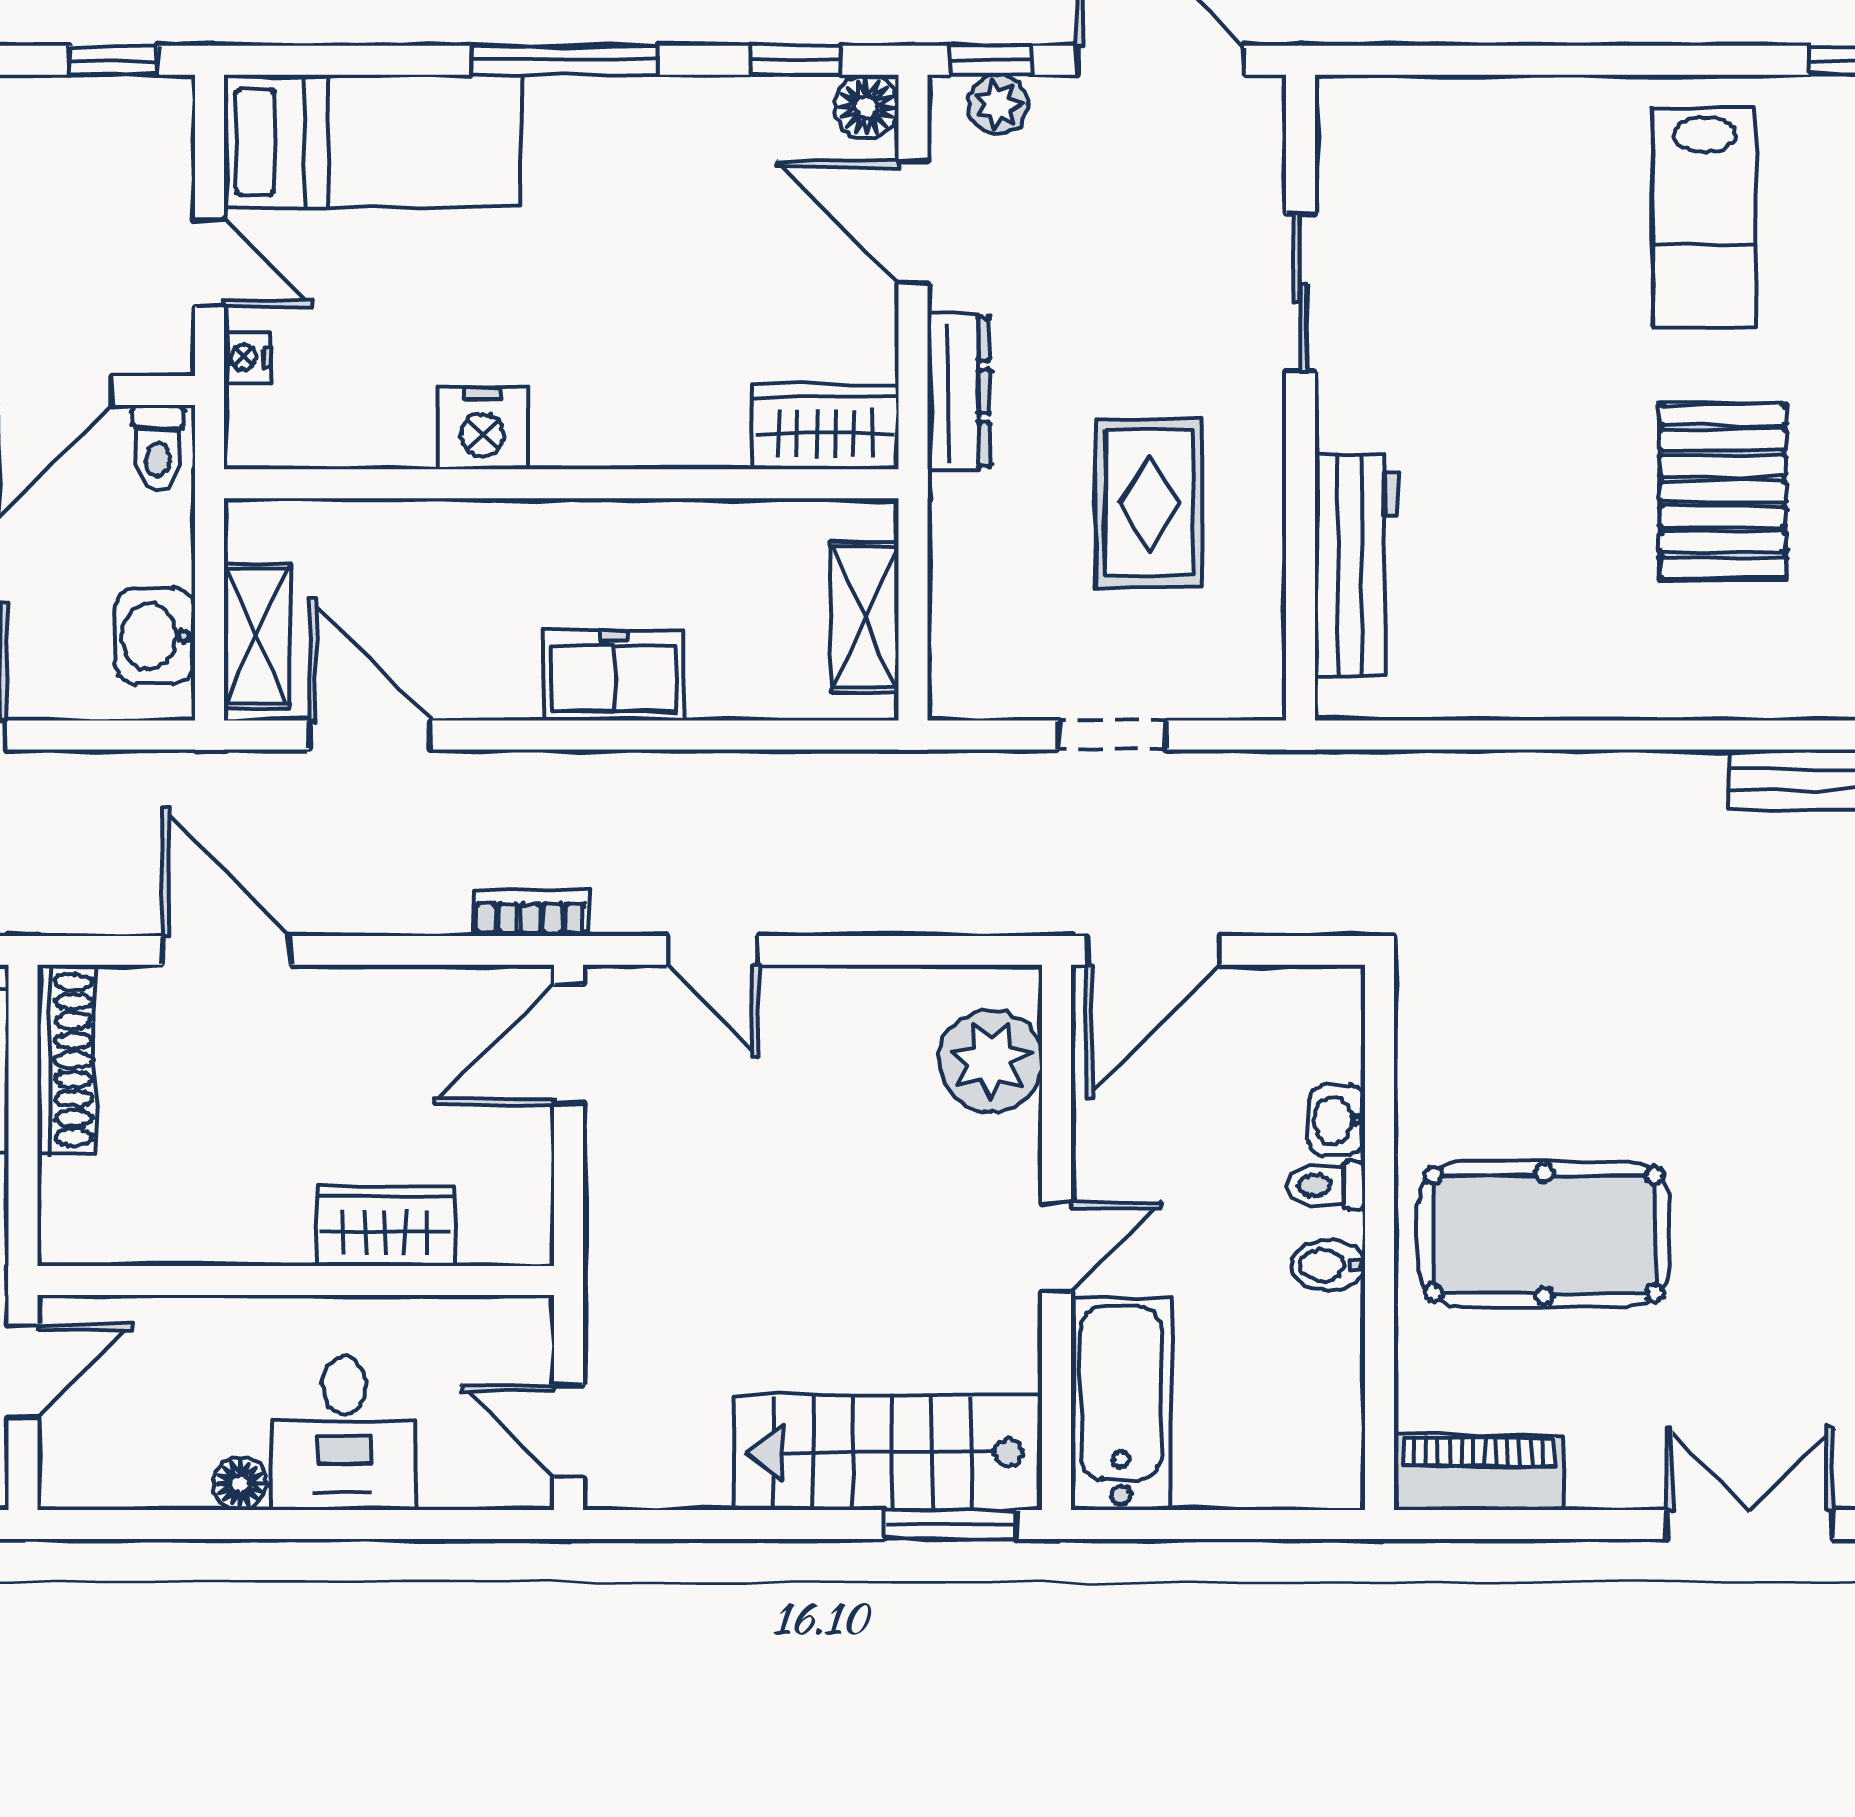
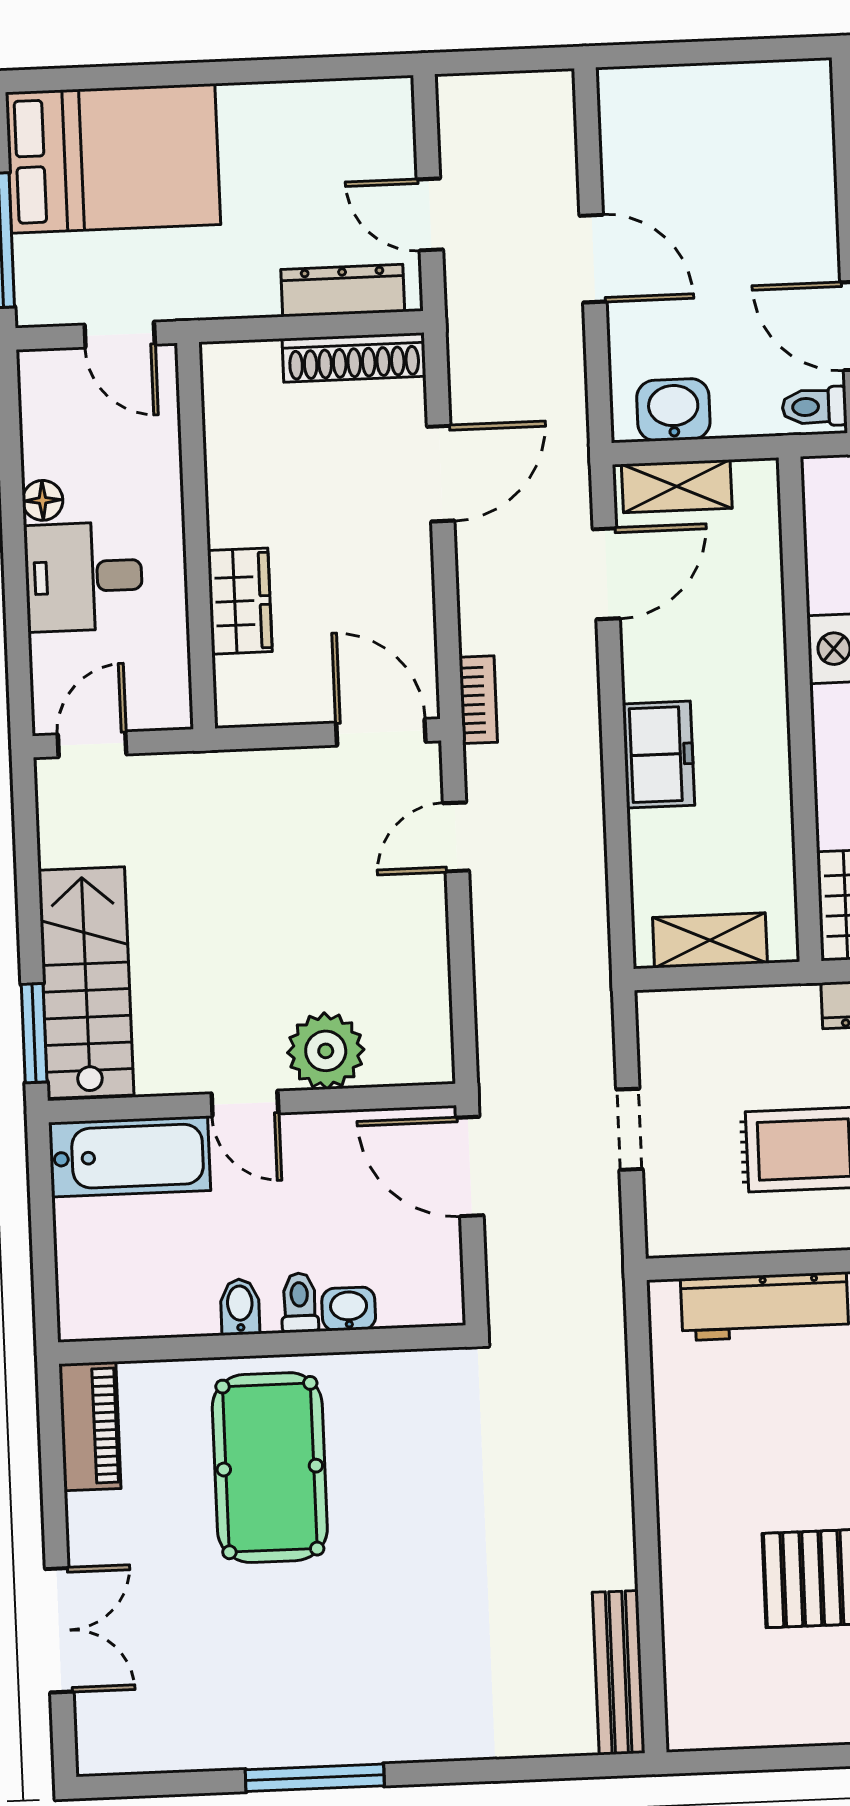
plant: (991, 1061) -> (326, 1051), moved

